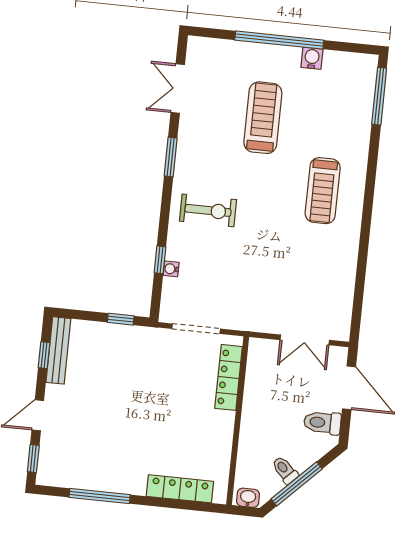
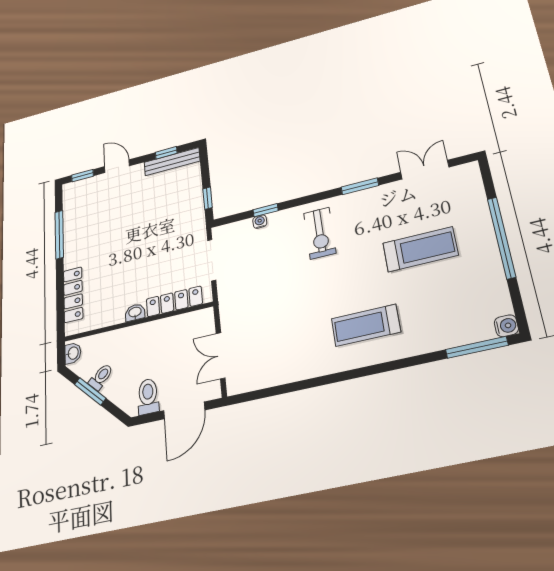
water cooler: (312, 58) -> (506, 326), moved
washbasin: (226, 422) -> (135, 312), added
window: (297, 484) -> (90, 391), width x0.69

